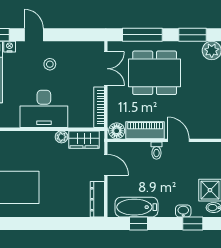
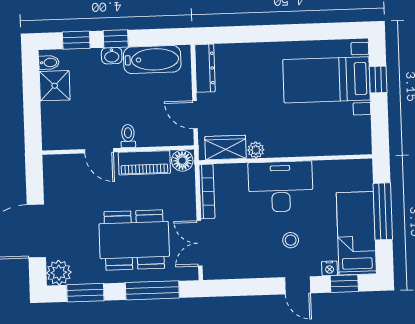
stool: (50, 64) -> (291, 240), moved
washbasin: (183, 211) -> (112, 56), moved
window: (138, 224) -> (116, 39), moved

